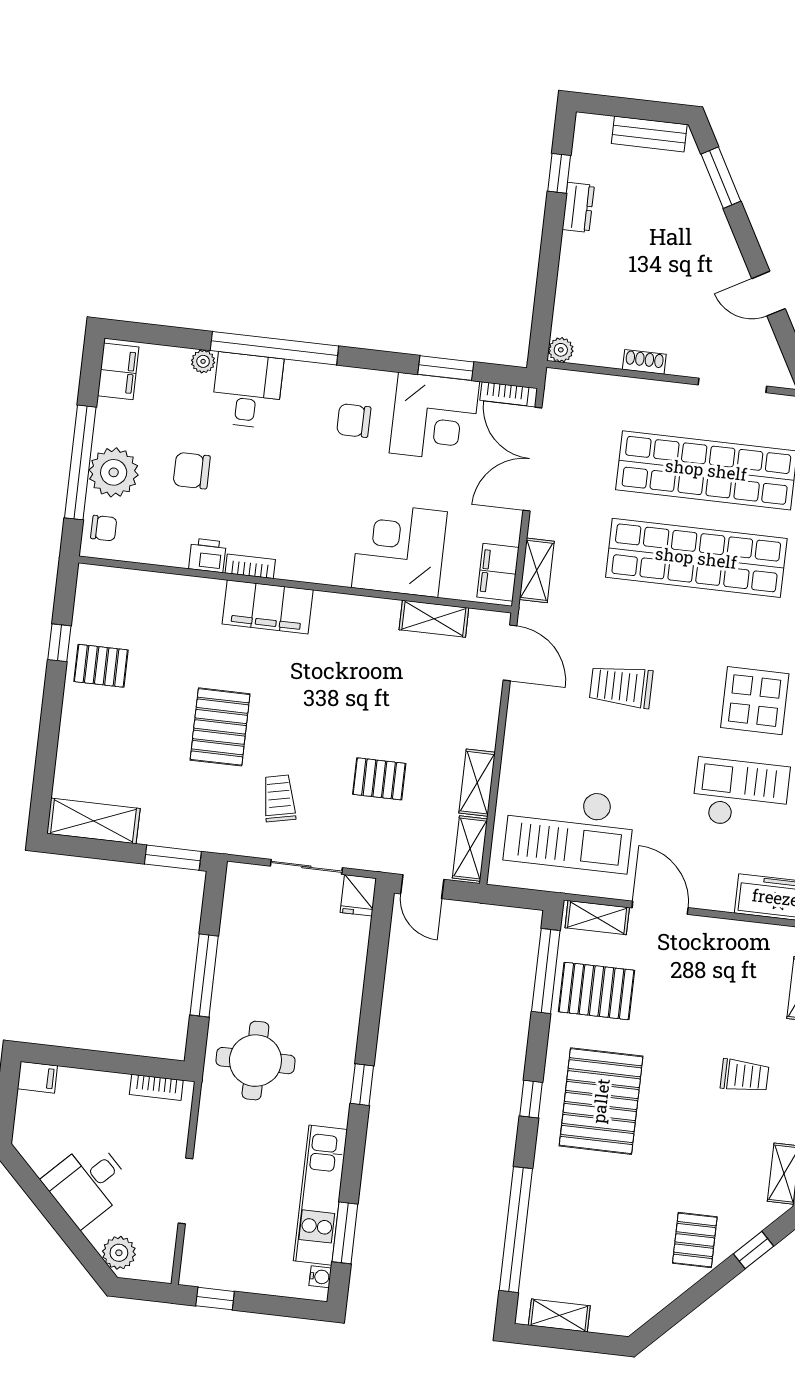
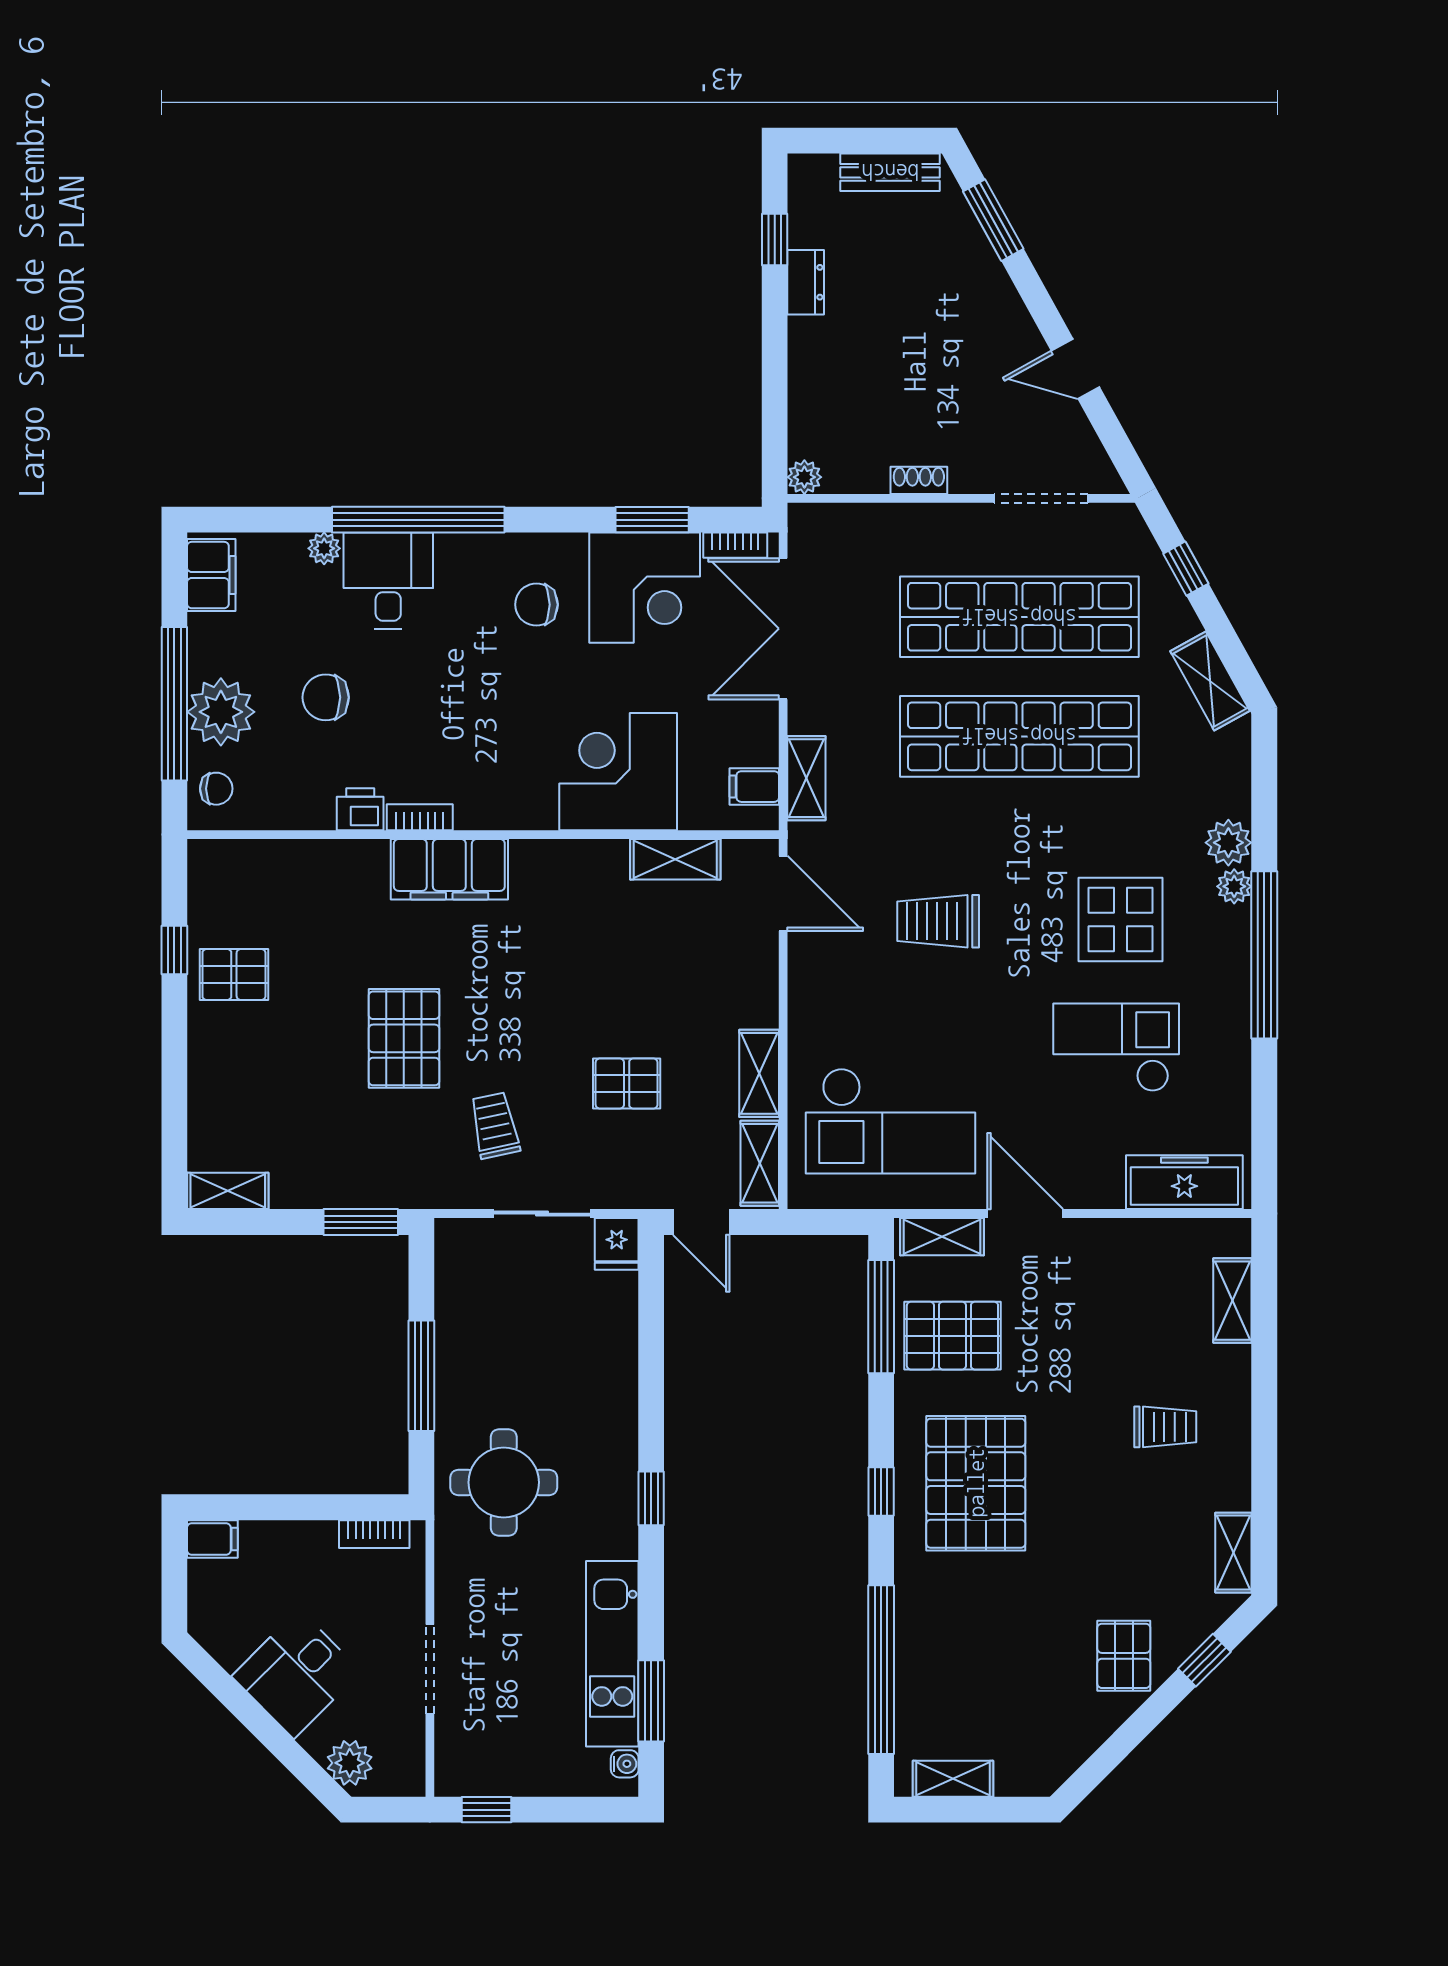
filing cabinet: (498, 572) -> (754, 787), width x0.50
shelving: (93, 821) -> (228, 1191), width x0.67, depth x0.75

